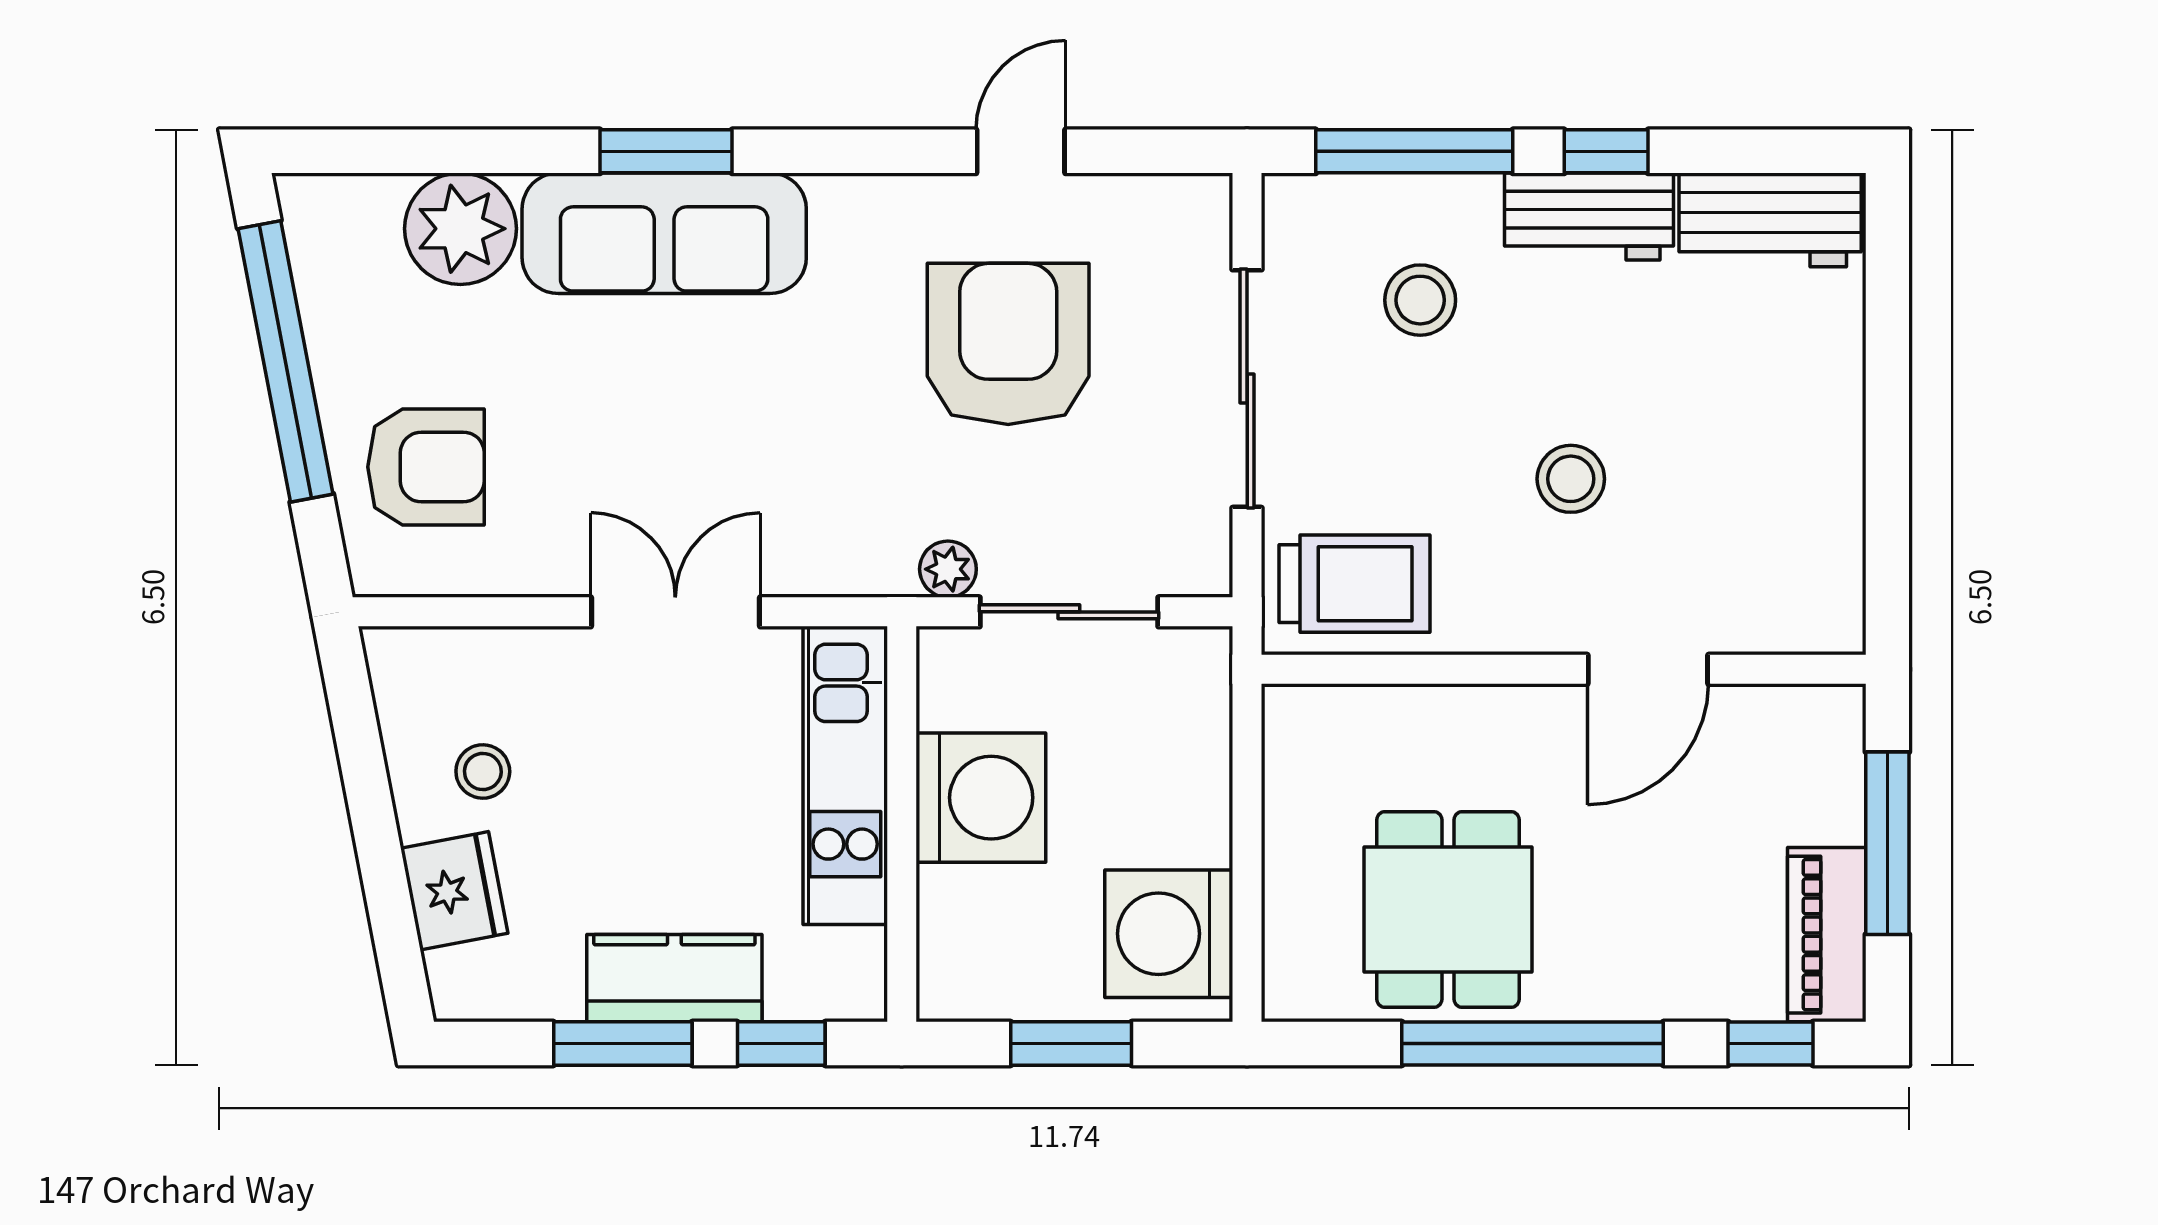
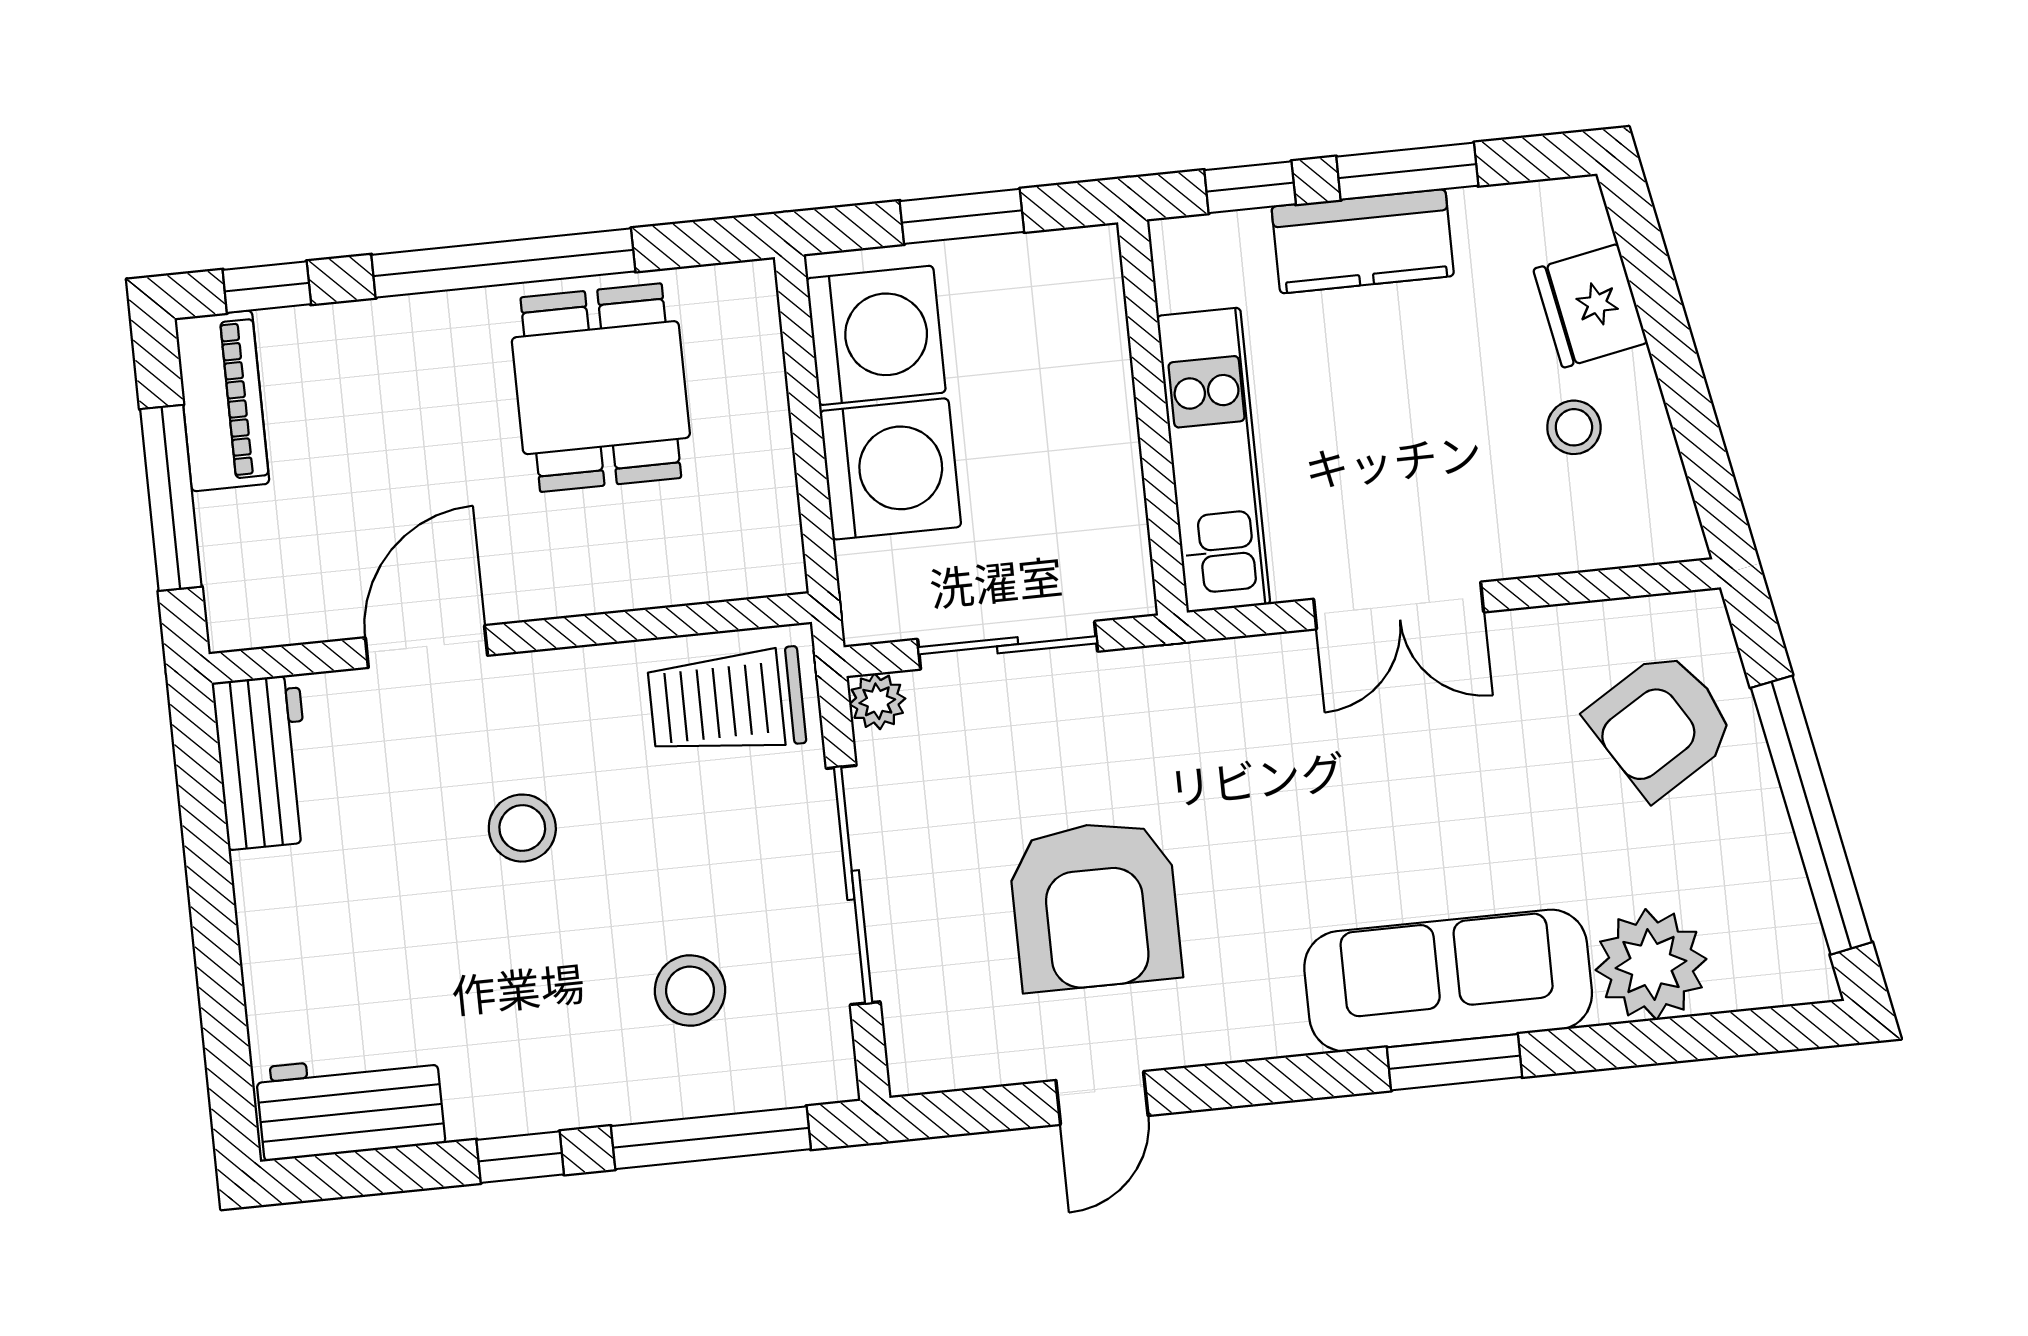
workbench: (1589, 216) -> (263, 762), moved, turned 90
armchair: (426, 467) -> (1661, 724), turned -32
plant: (948, 569) -> (877, 701), moved
washing machine: (981, 798) -> (890, 469), moved, turned 180

